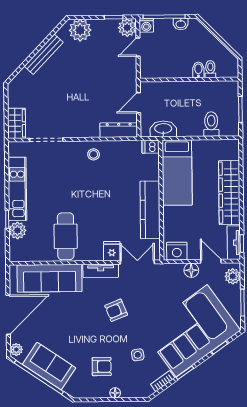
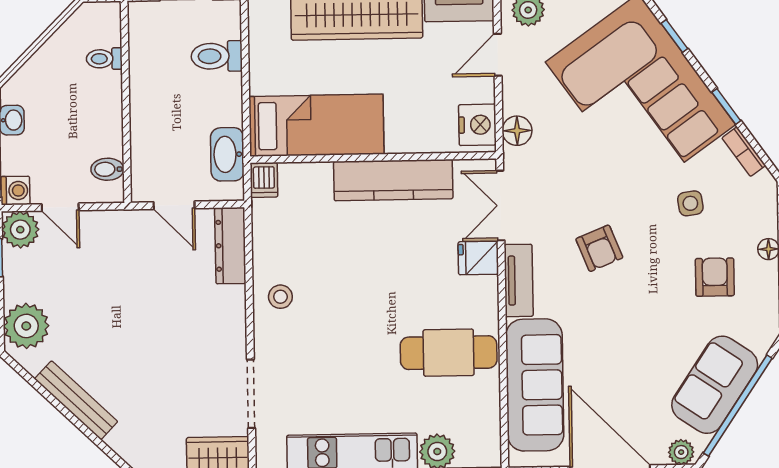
bidet: (198, 70) -> (107, 169), moved
floor lamp: (191, 270) -> (517, 131), moved

